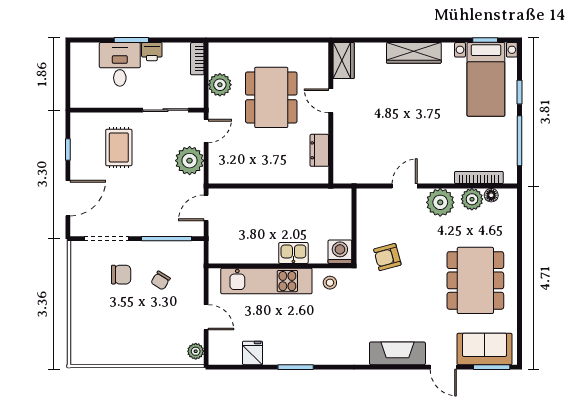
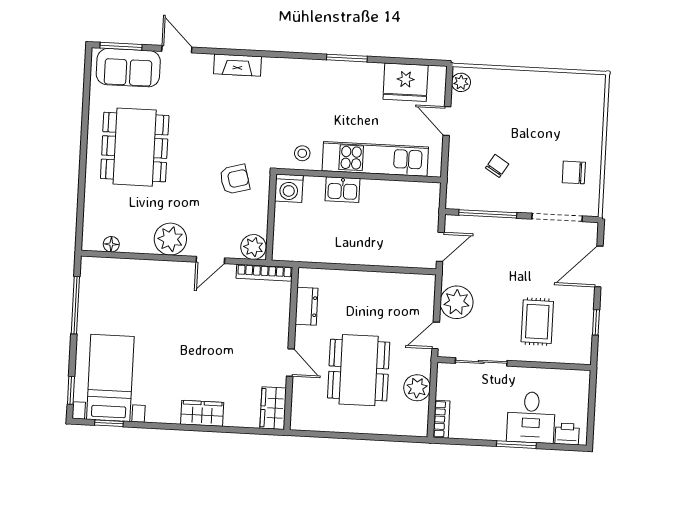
printer: (152, 52) -> (567, 434), moved
wardrobe: (414, 53) -> (202, 413), width x0.67
window: (520, 92) -> (71, 390), moved
bookcase: (479, 177) -> (264, 273), moved
plant: (472, 199) -> (253, 247), moved
chair: (121, 275) -> (574, 172), moved
fridge: (252, 353) -> (406, 82), width x1.88, depth x1.34
fireplace: (397, 353) -> (238, 65), width x0.73, depth x0.76

